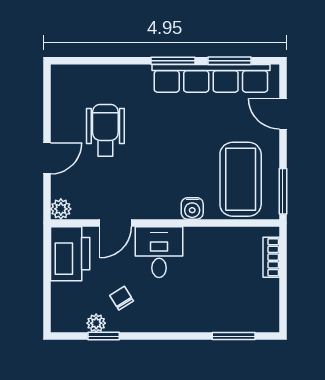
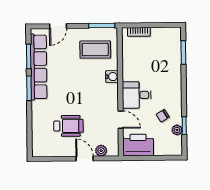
wheelchair: (105, 130) -> (68, 126), turned 180
coffee table: (241, 179) -> (95, 50), width x0.73, depth x0.76
plant: (61, 209) -> (101, 151), moved

